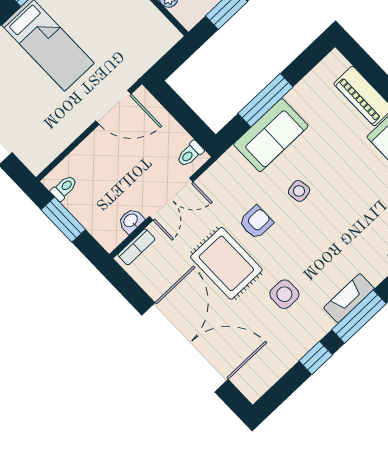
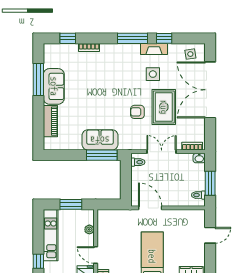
window: (265, 100) -> (102, 155), moved
side table: (299, 191) -> (190, 54), moved
washbasin: (131, 221) -> (199, 158), moved
fireplace: (349, 298) -> (154, 49), moved

